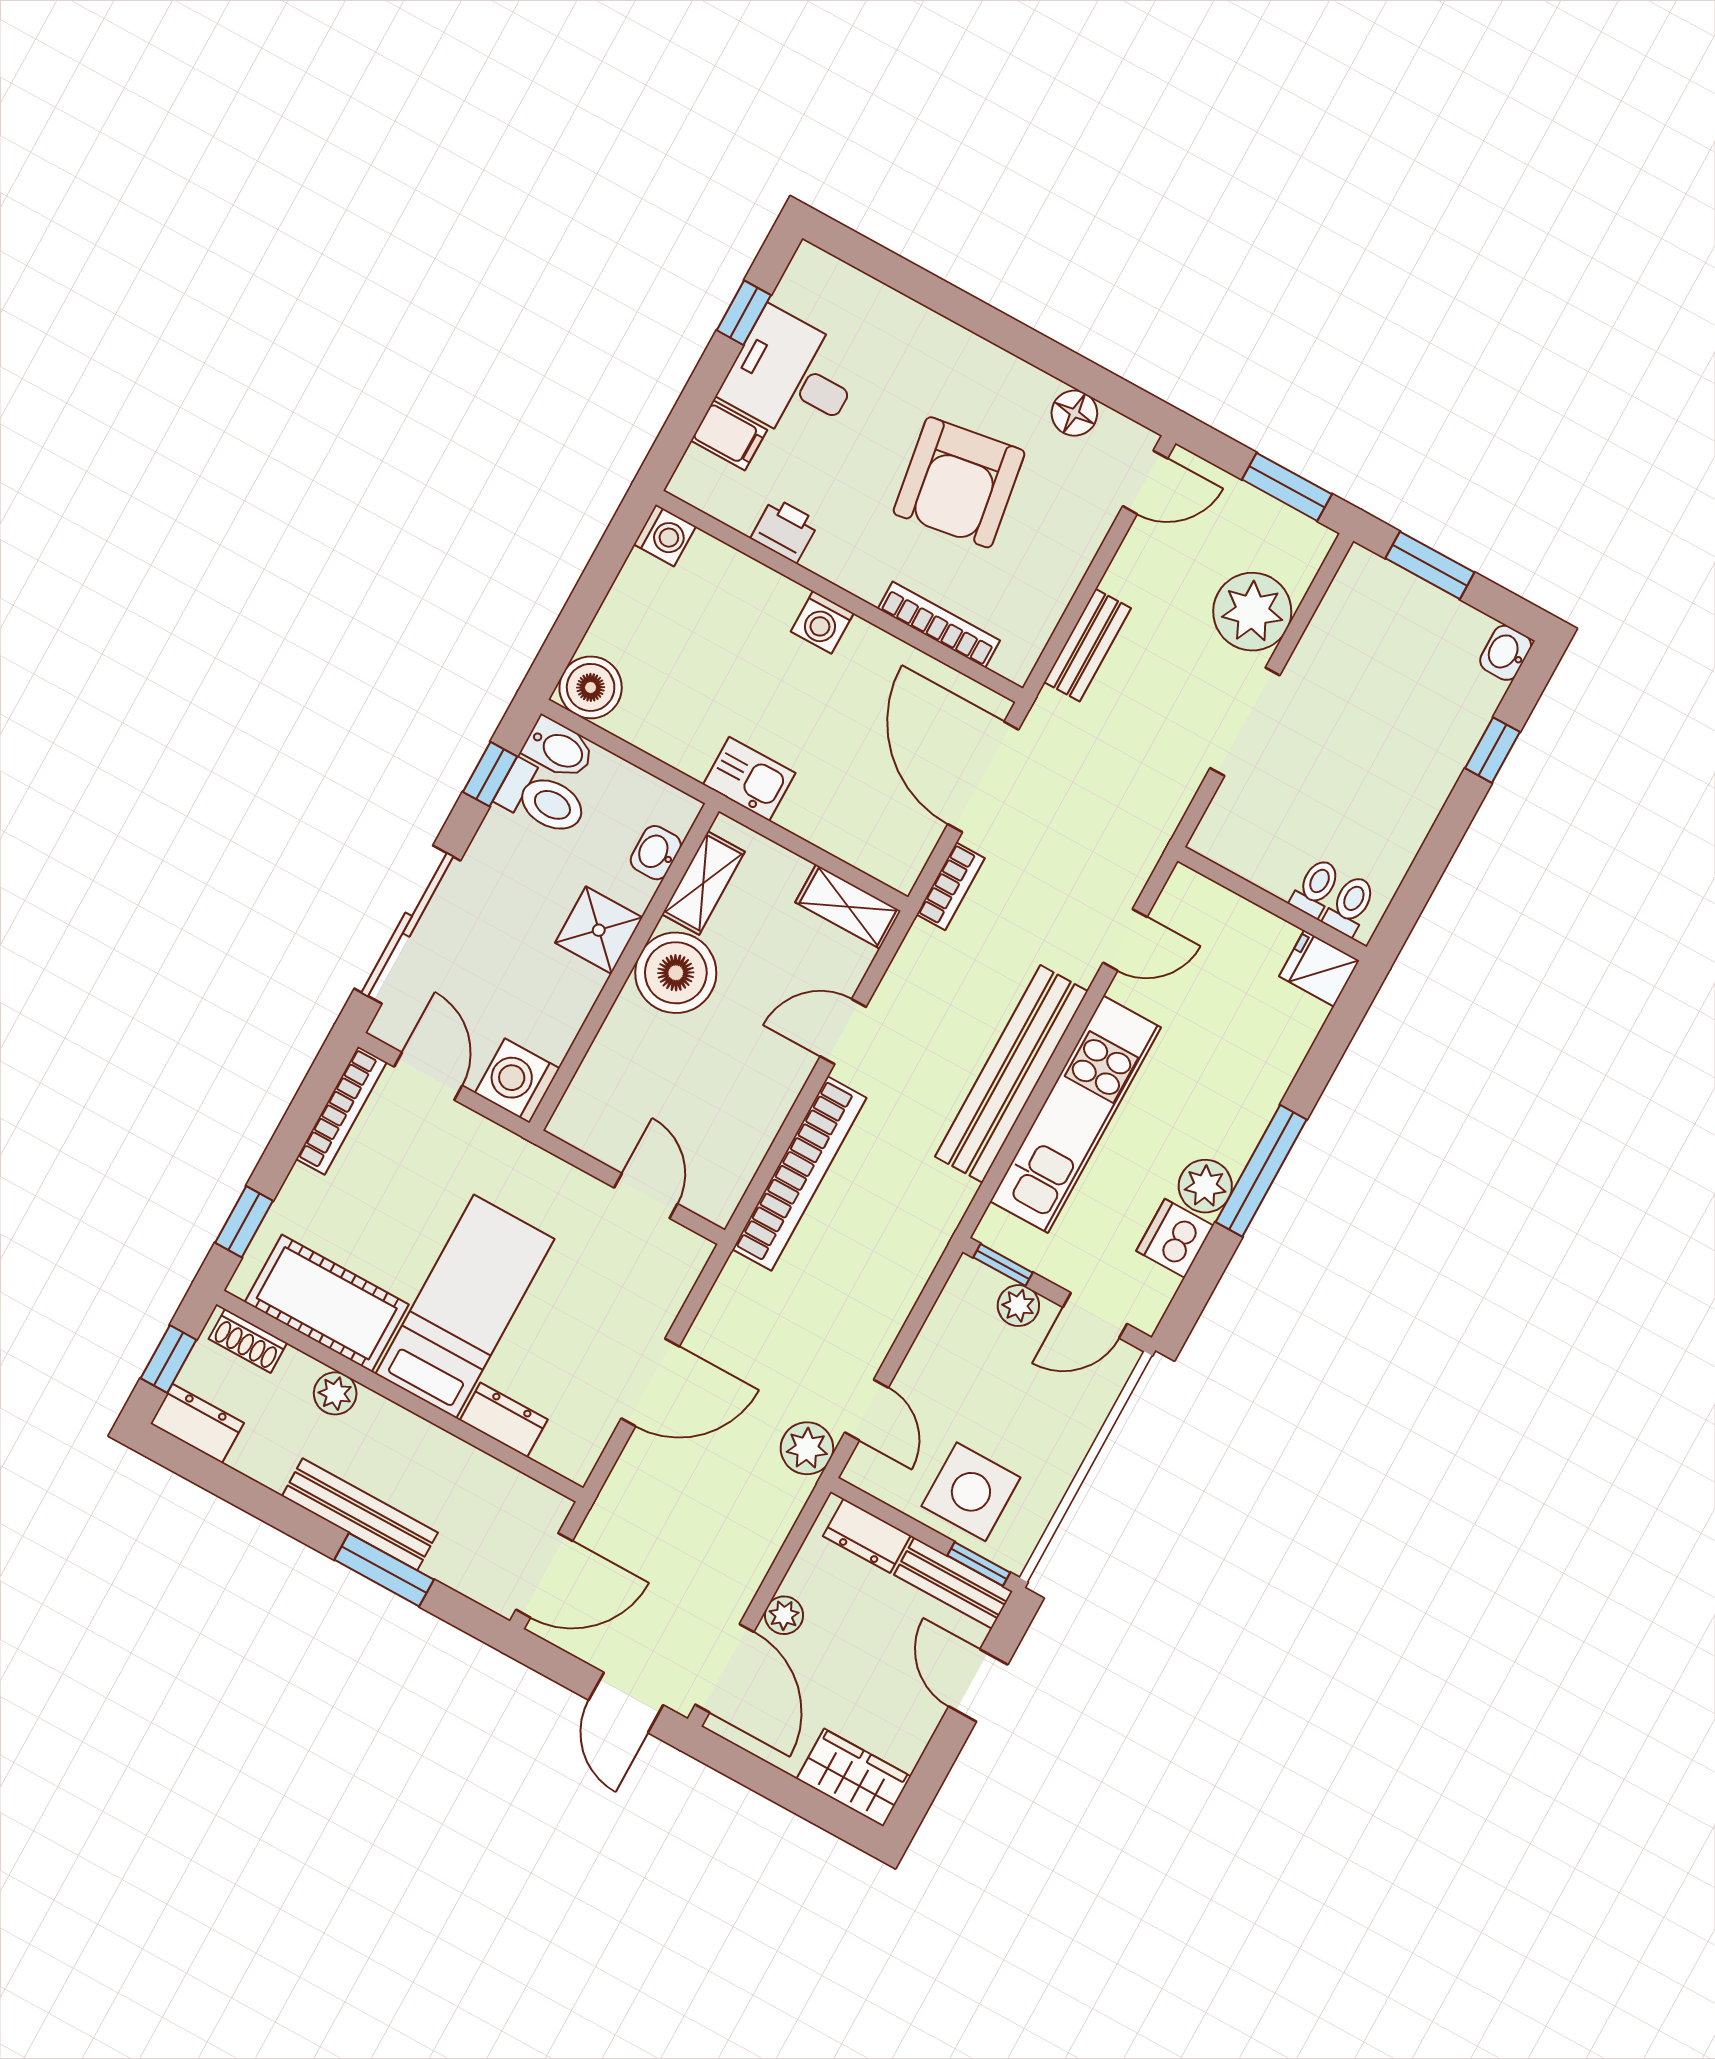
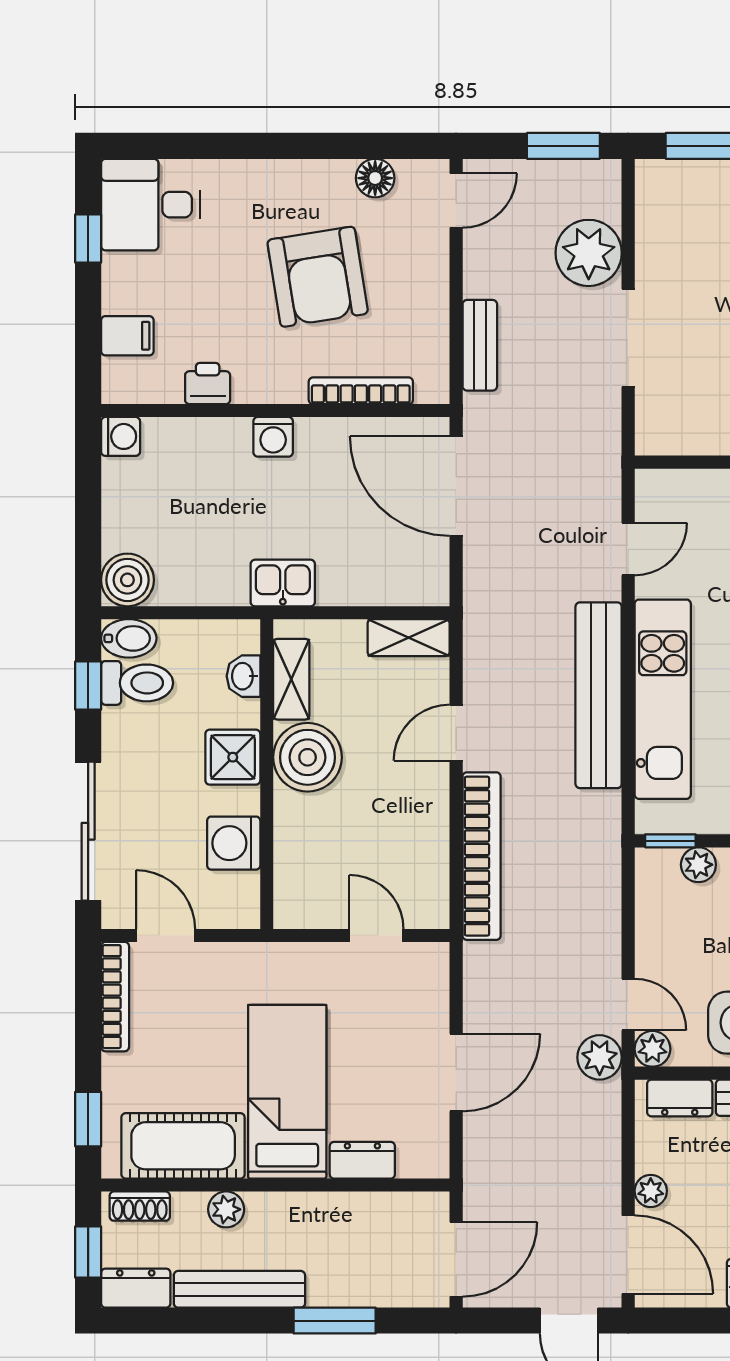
desk: (792, 377) -> (150, 205), moved
bookcase: (951, 886) -> (477, 581), removed
washing machine: (517, 1081) -> (234, 843), moved
plant: (866, 1470) -> (652, 1049), added
bench: (360, 1514) -> (239, 1289), moved

